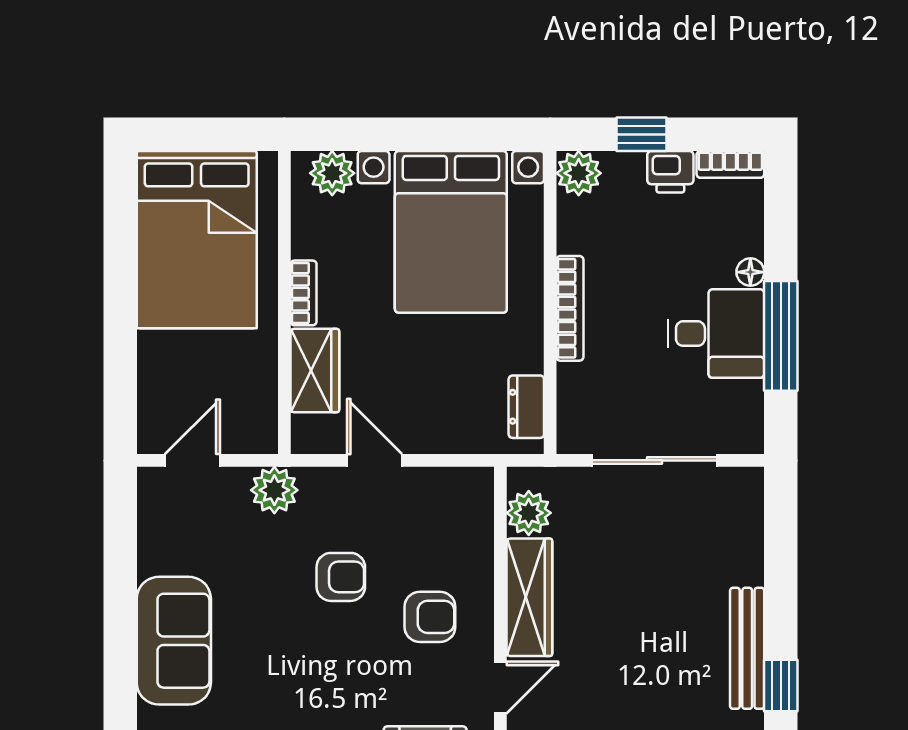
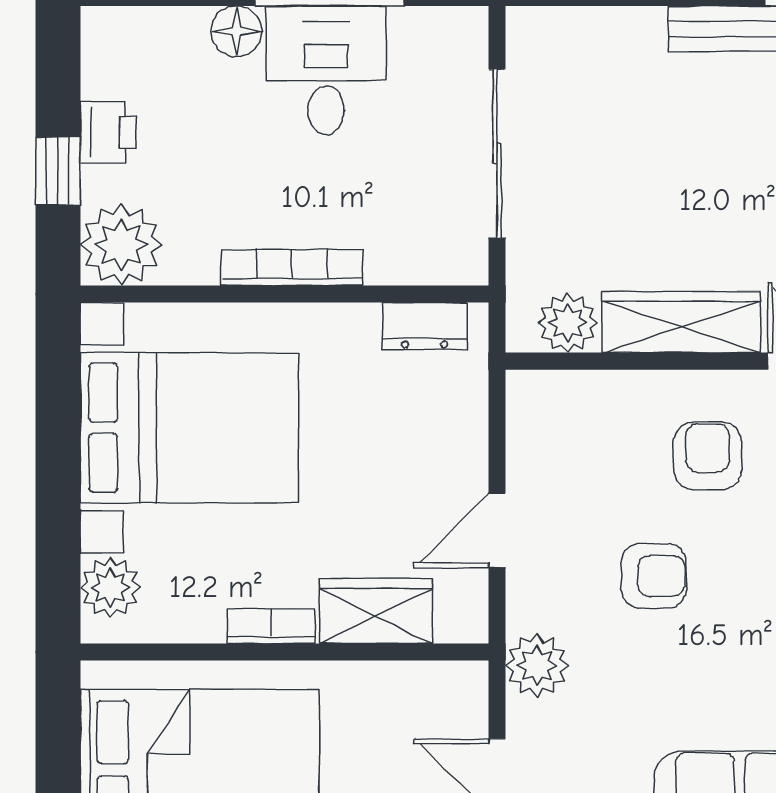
bookcase: (730, 164) -> (98, 51), removed
plant: (579, 173) -> (121, 245), width x1.36, depth x1.36
floor lamp: (750, 272) -> (236, 31), width x1.37, depth x1.37
armchair: (341, 577) -> (654, 576), turned 90

